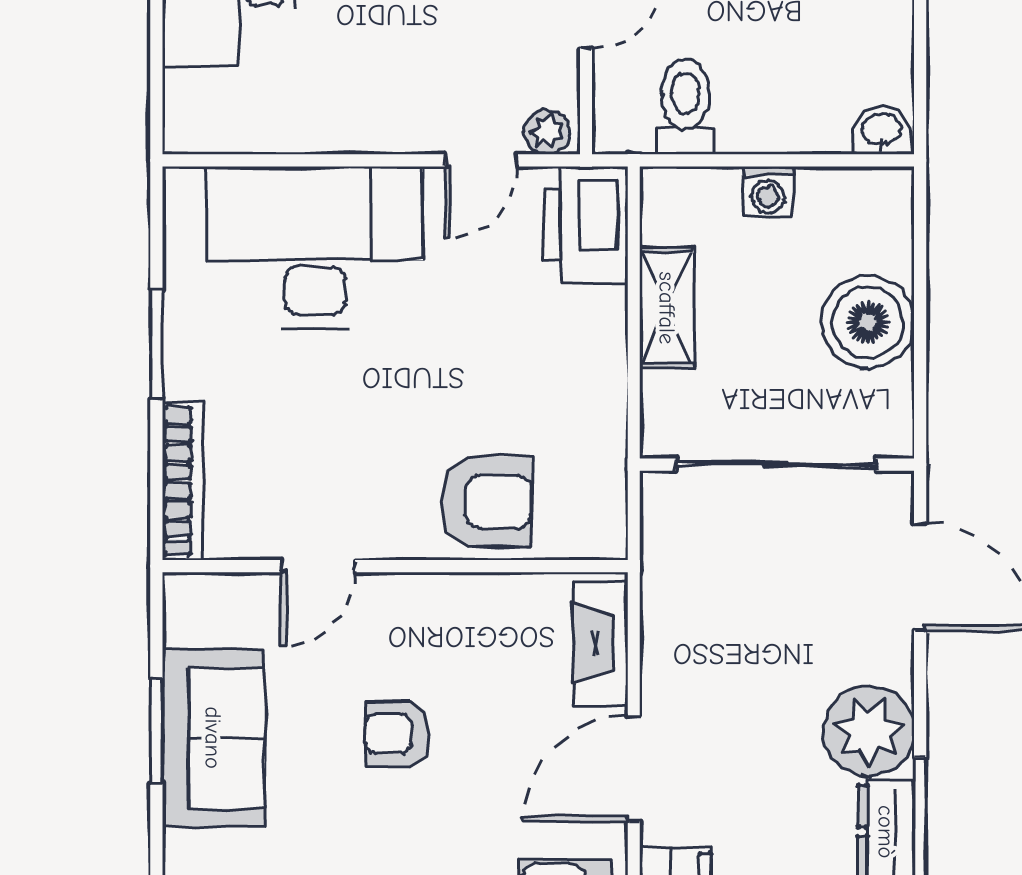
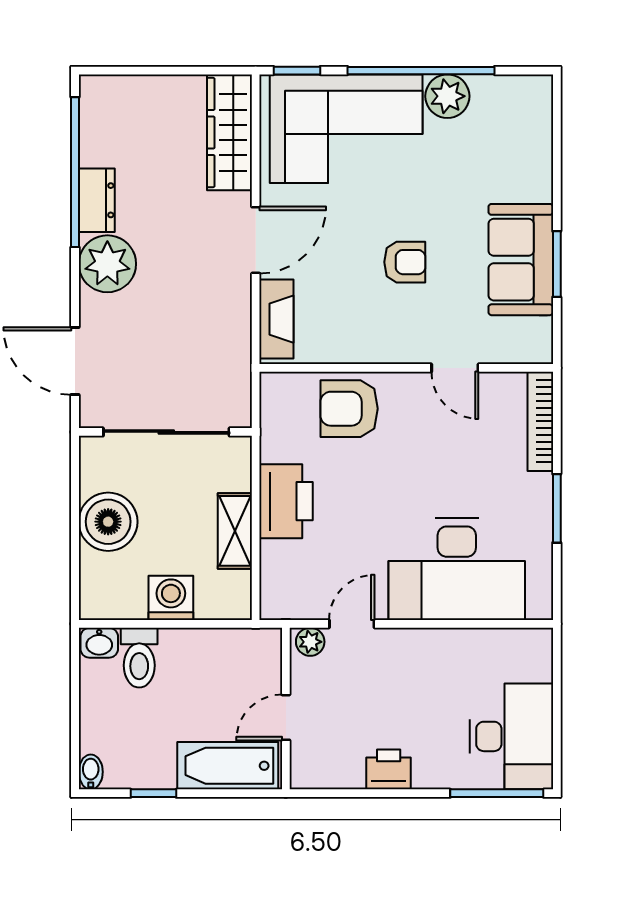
toilet: (685, 107) -> (139, 658), moved
washing machine: (768, 192) -> (171, 598), width x1.38, depth x1.38
printer: (586, 225) -> (286, 501), moved
door: (318, 566) -> (455, 368), swing flipped

